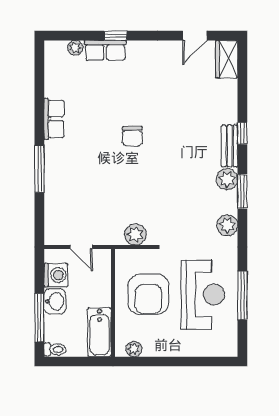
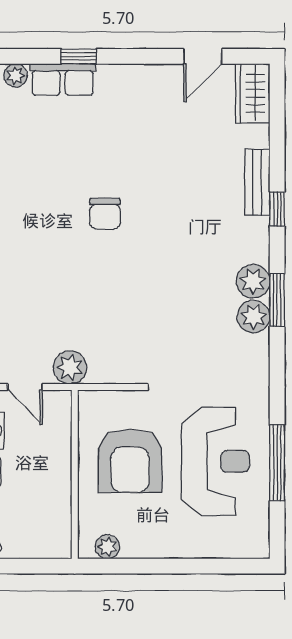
bench: (230, 146) -> (257, 182), moved
plant: (227, 225) -> (254, 317), moved
plant: (135, 234) -> (70, 367), moved
bathtub: (99, 332) -> (54, 520), removed

